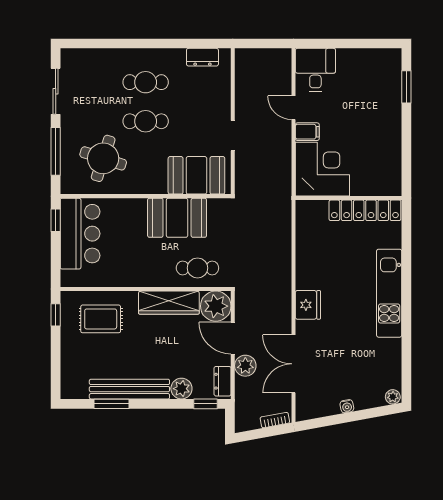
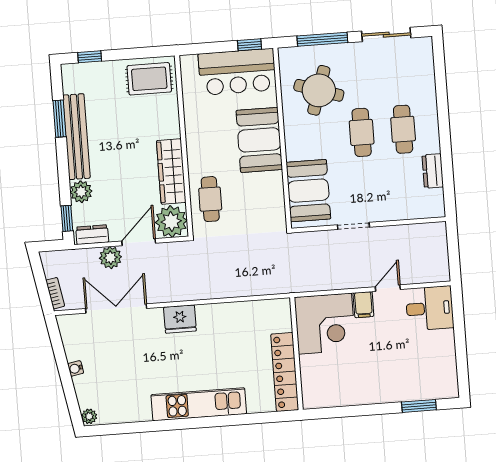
dresser: (202, 57) -> (433, 171), moved
booth: (177, 218) -> (259, 140), moved
window: (56, 315) -> (90, 57), moved
rug: (101, 319) -> (149, 79), moved, turned 90

